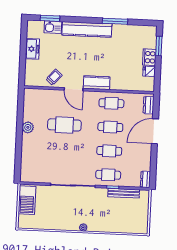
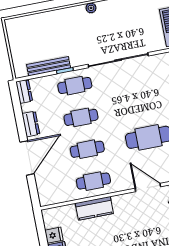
kitchen counter: (97, 83) -> (94, 208), moved
dresser: (149, 105) -> (31, 124), moved

